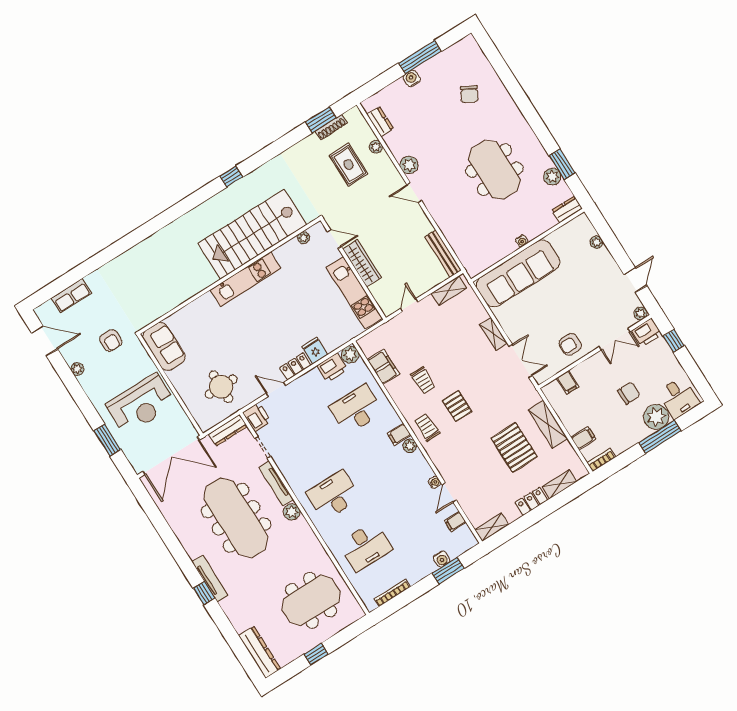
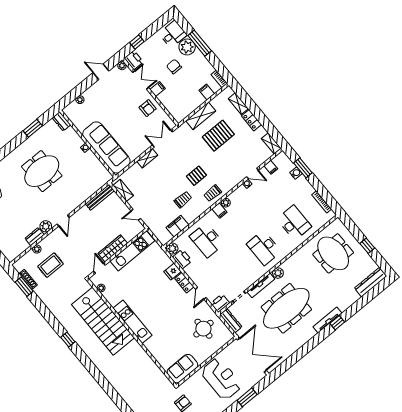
dresser: (380, 121) -> (35, 237), moved
plant: (552, 177) -> (42, 133), removed
filing cabinet: (568, 382) -> (158, 89), moved

